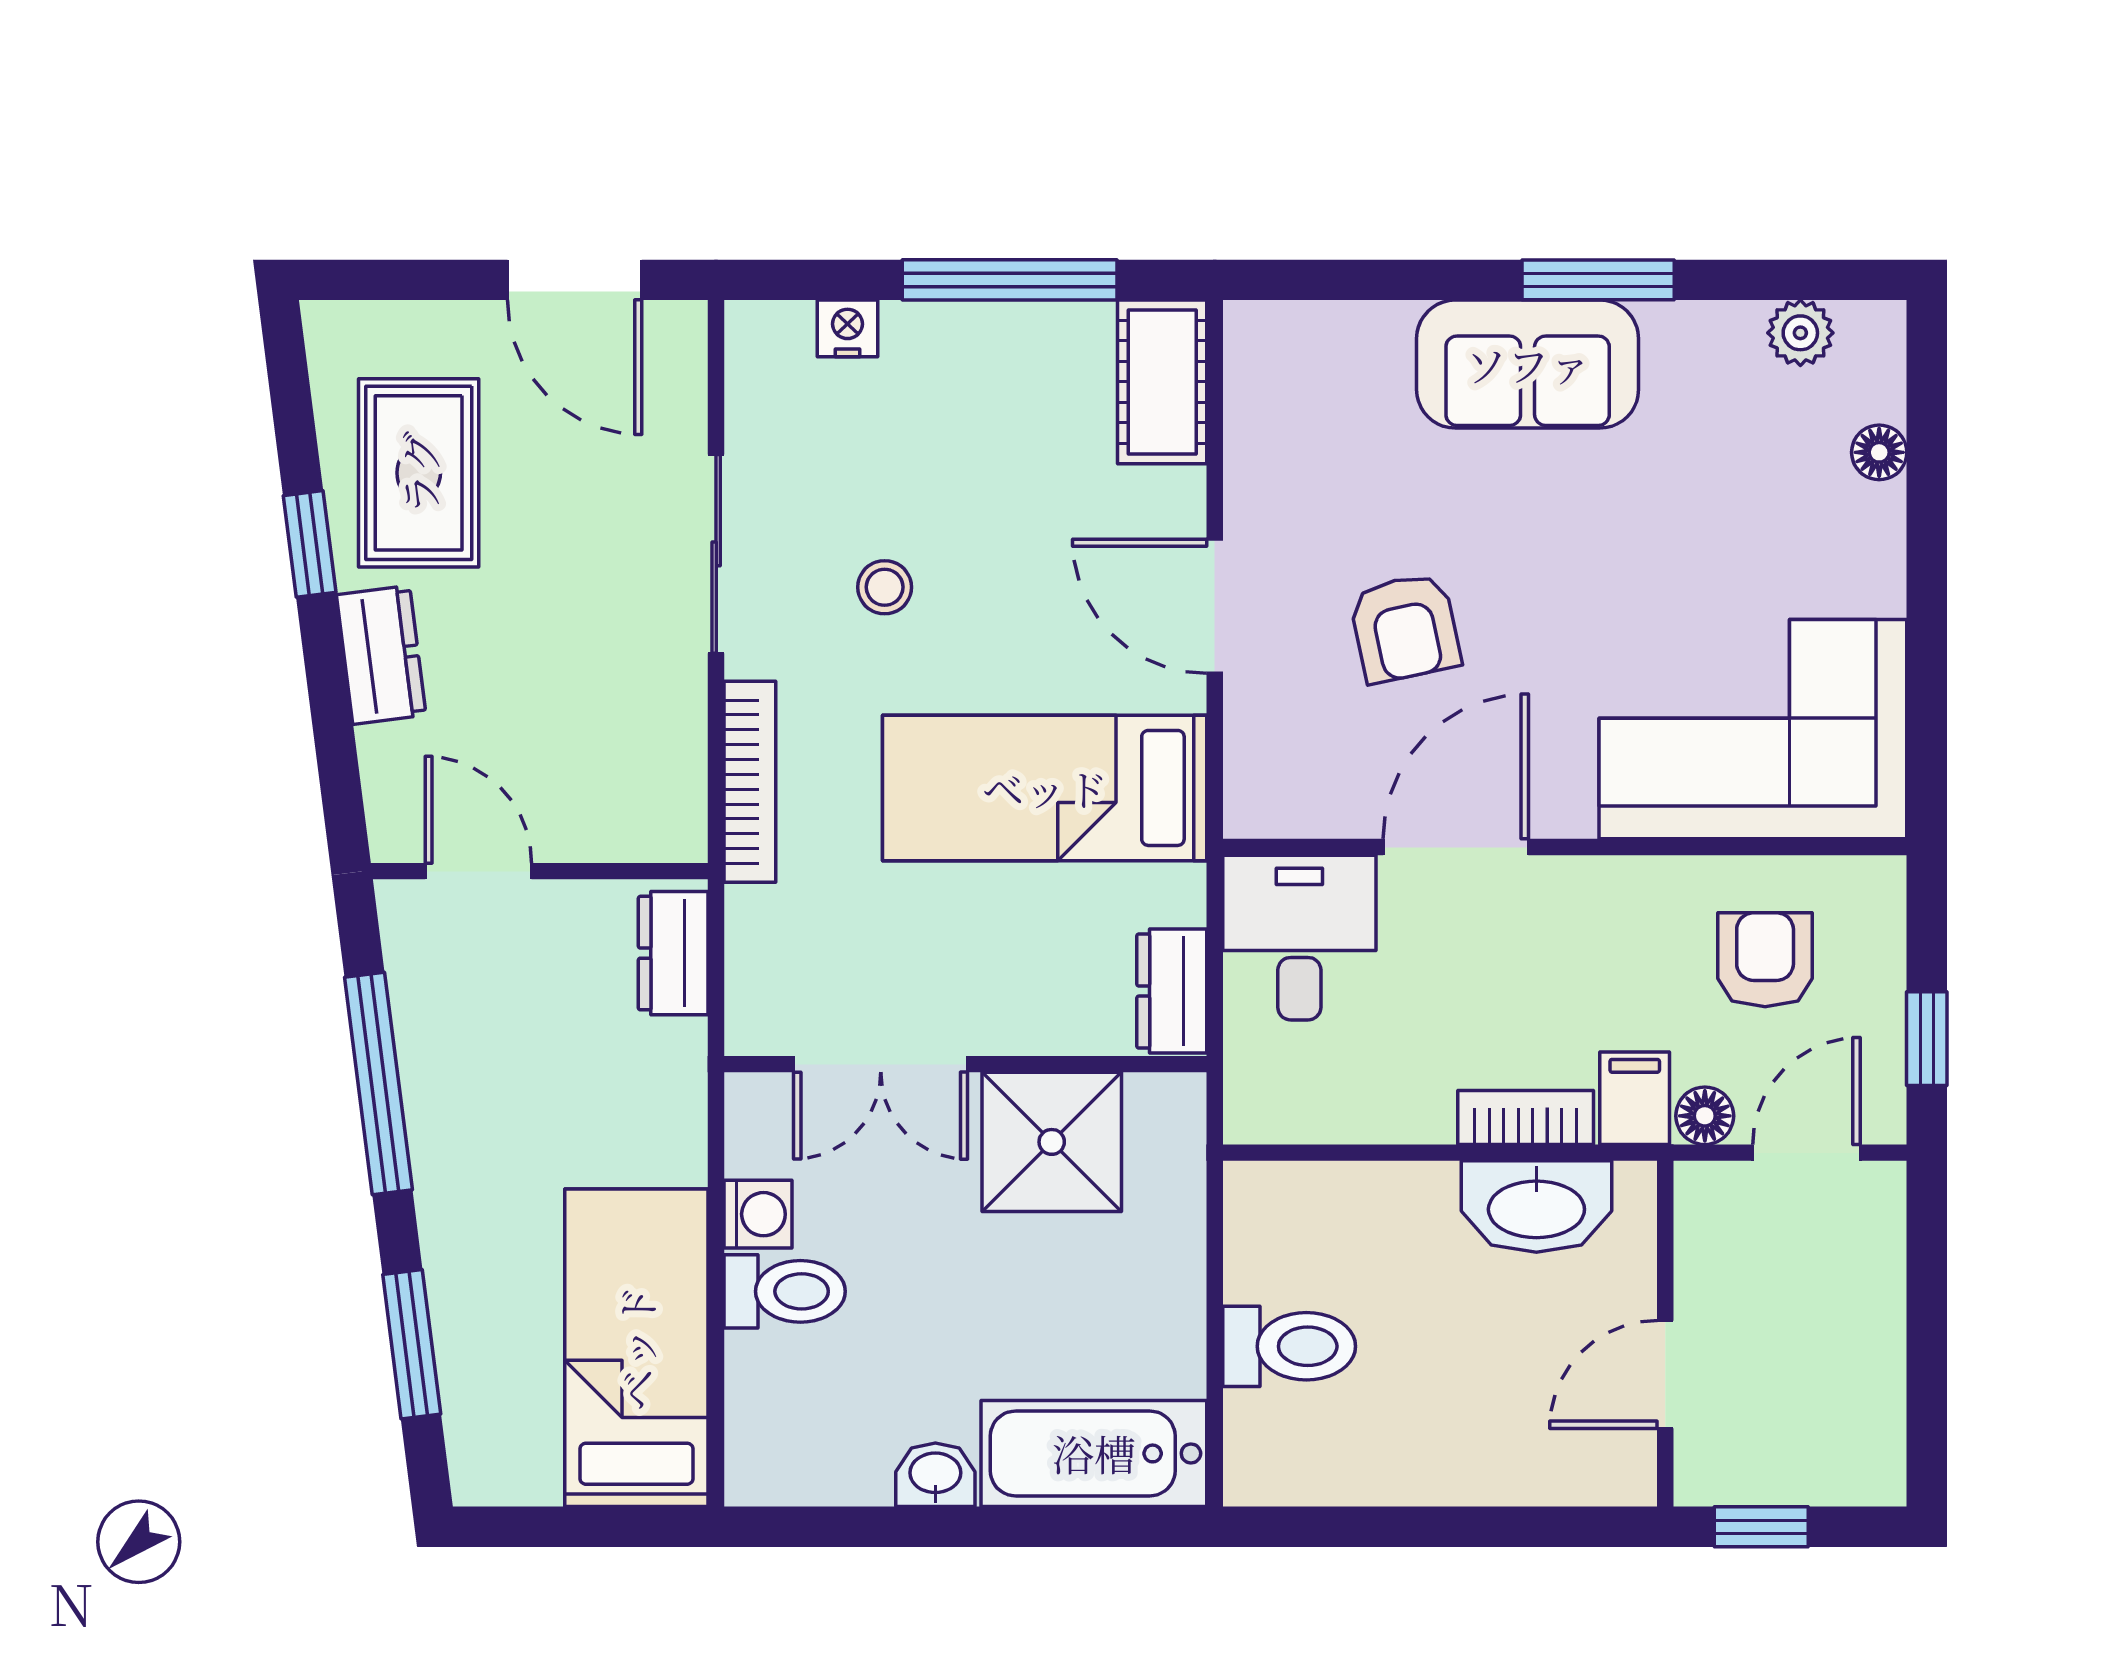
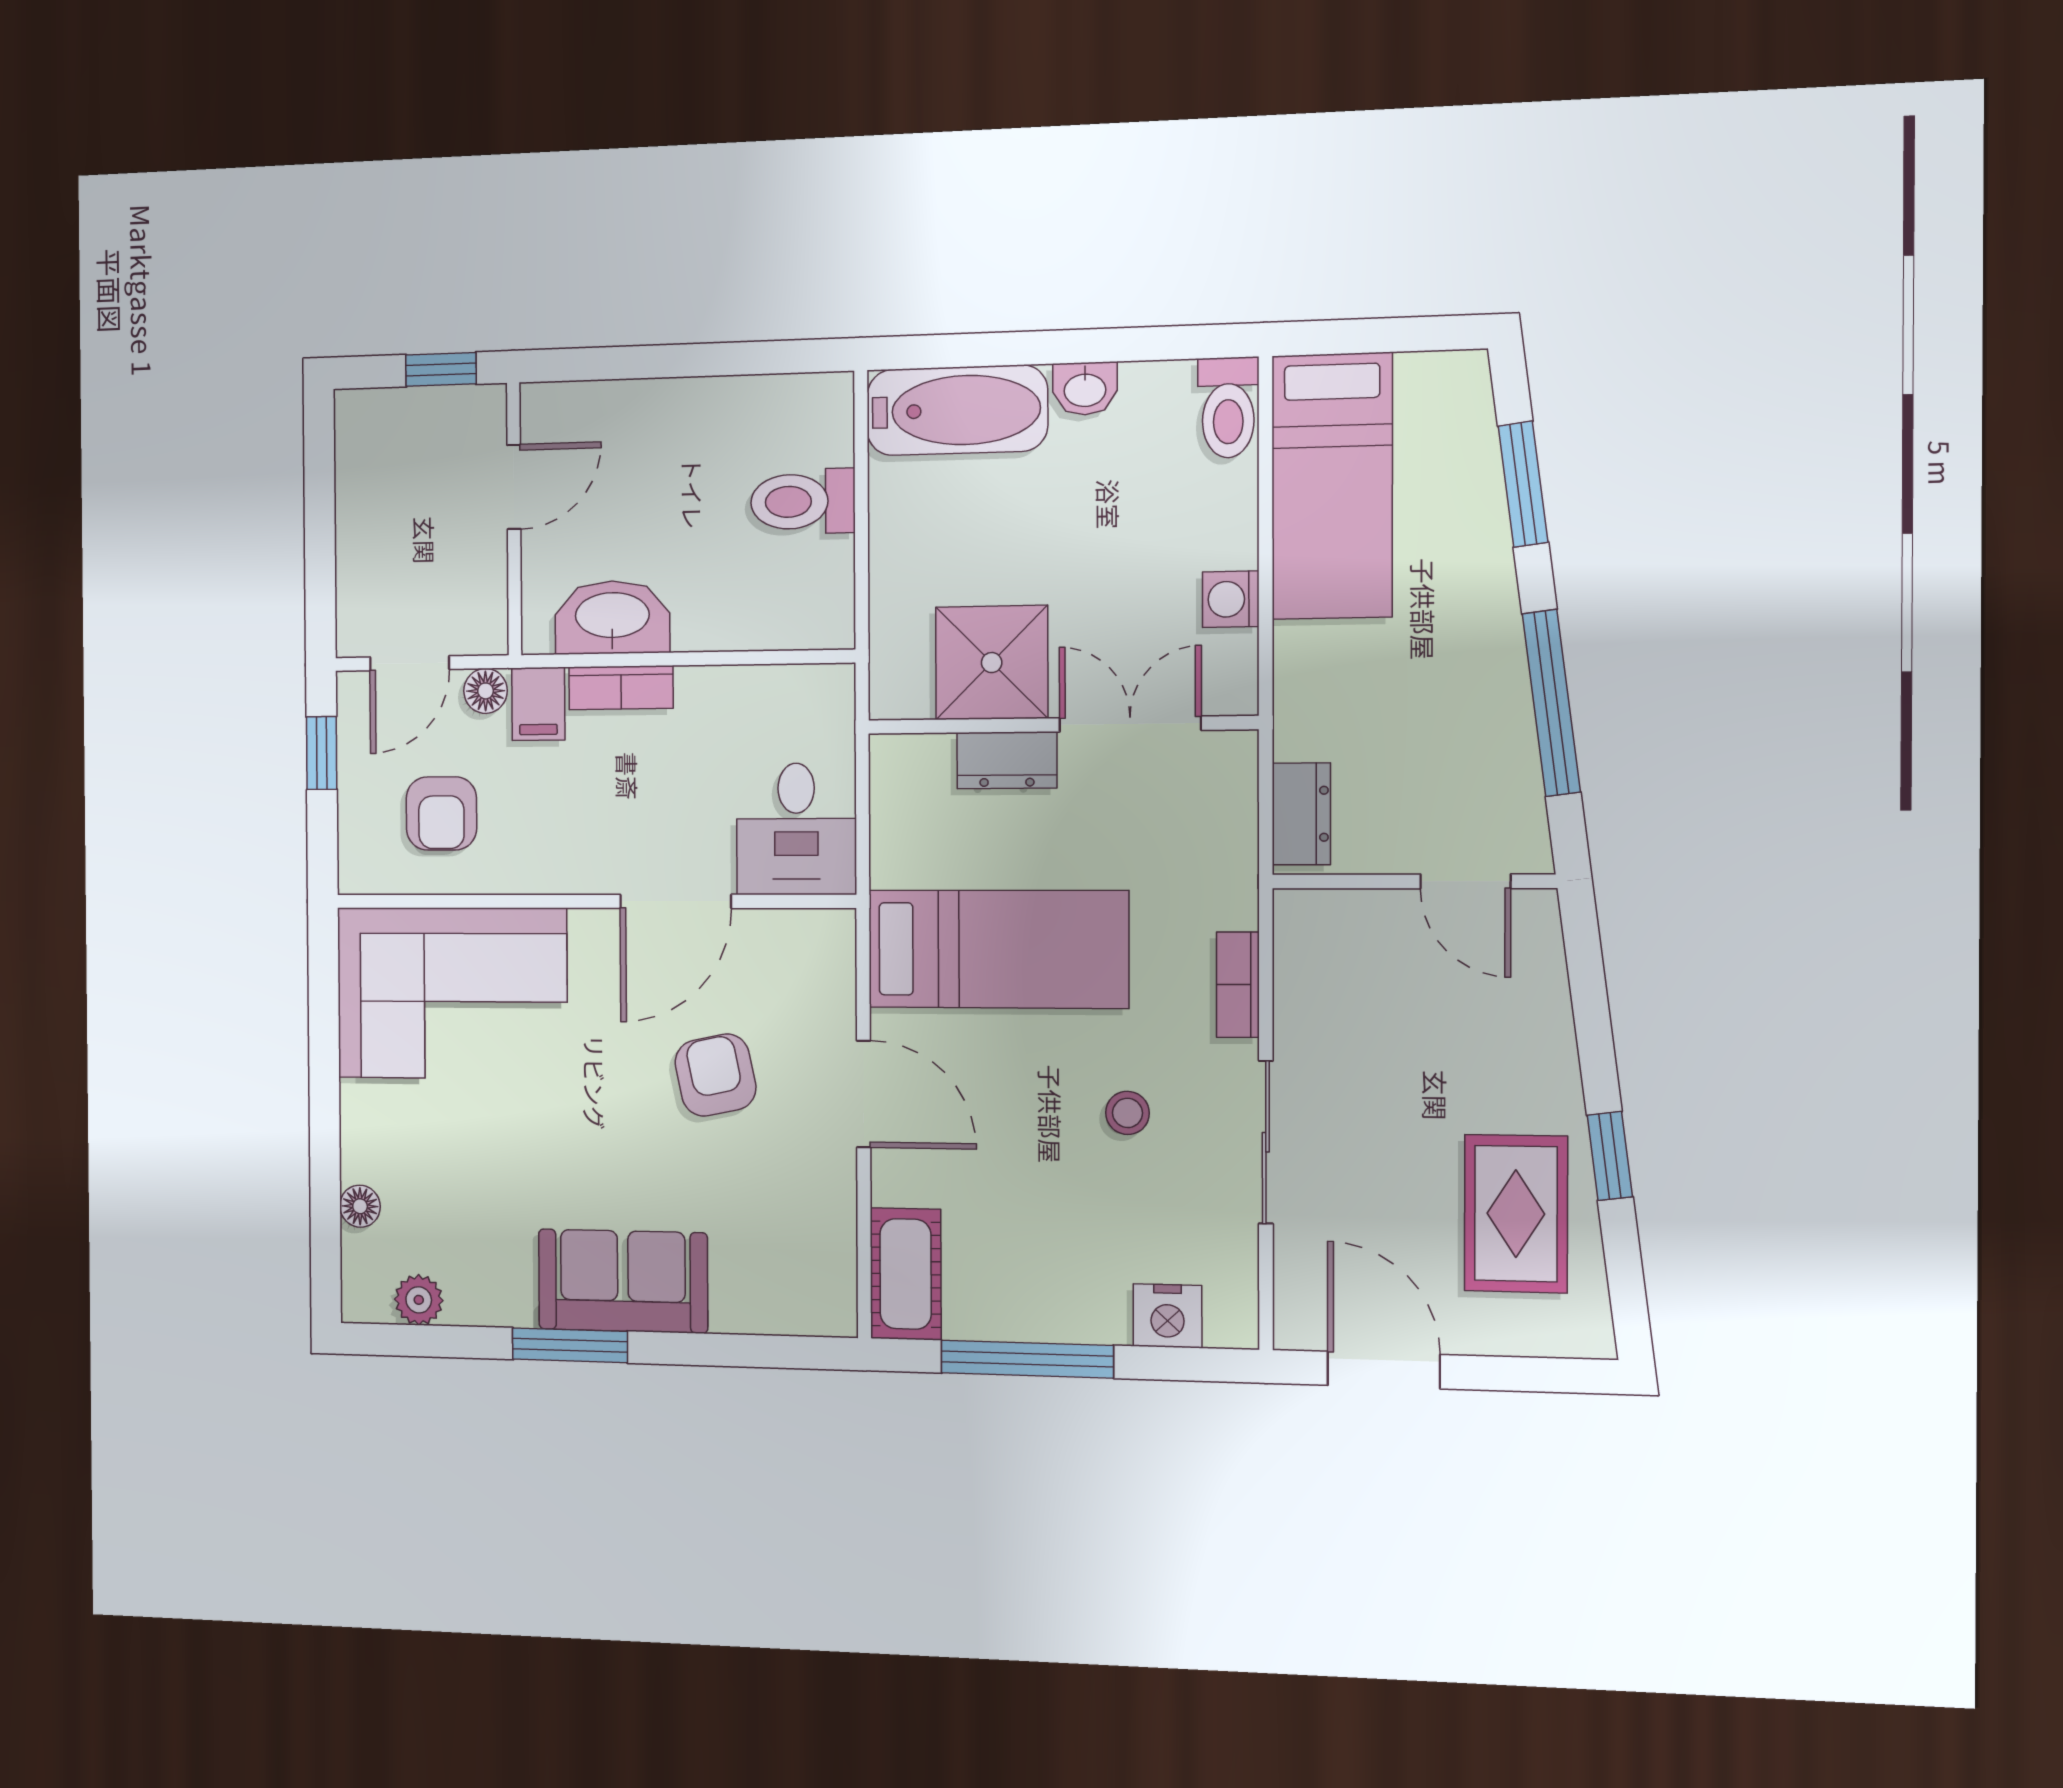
nightstand: (848, 328) -> (1168, 1316), width x1.39, depth x1.35
dresser: (381, 655) -> (1548, 1062), removed
bookcase: (750, 782) -> (1238, 985), width x0.64
dresser: (1172, 991) -> (1007, 760), moved, turned 90
toilet: (785, 1291) -> (1228, 408), moved, turned -90

